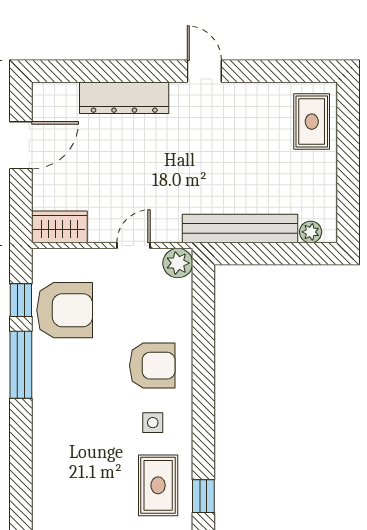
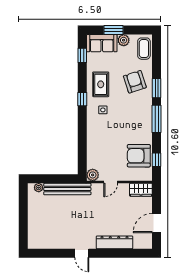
rug: (312, 122) -> (38, 233), removed
window: (21, 365) -> (157, 119), moved
armchair: (152, 366) -> (135, 82), moved, turned 72
window: (21, 476) -> (157, 88), added
window: (203, 496) -> (82, 99), moved

